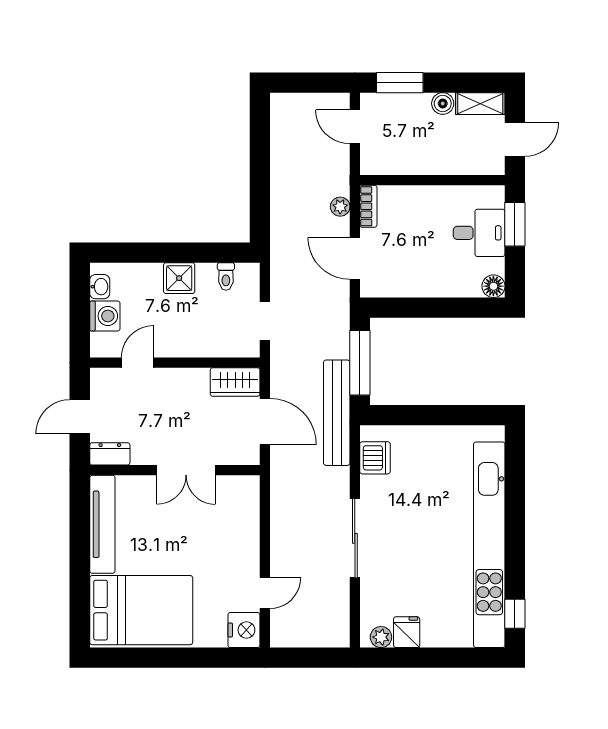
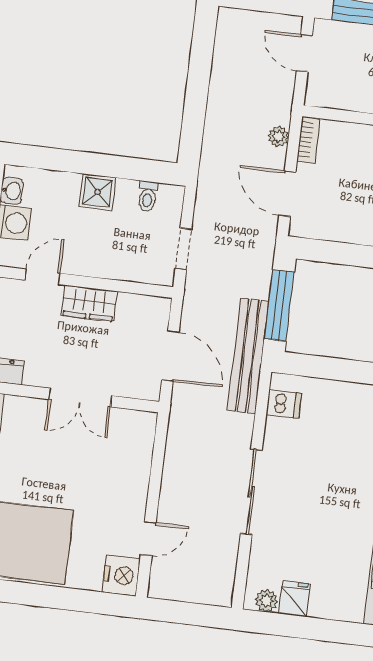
wardrobe: (235, 382) -> (89, 303), moved
dishwasher: (375, 458) -> (284, 404), width x0.73

